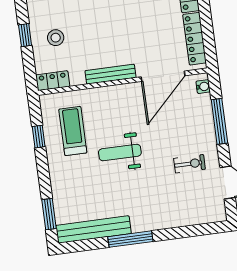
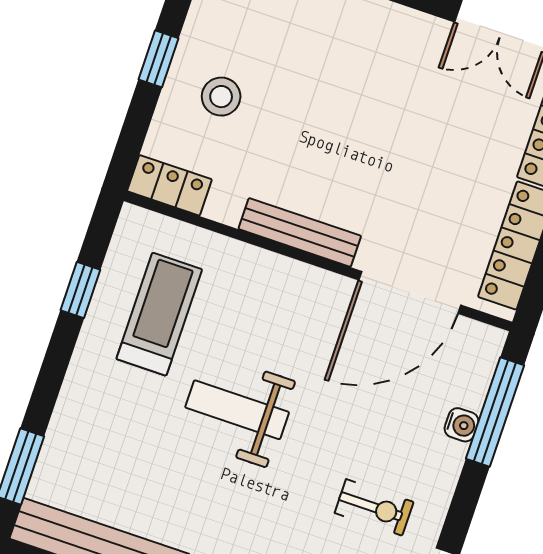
water cooler: (203, 87) -> (461, 425), moved
window: (219, 121) -> (495, 412), moved

